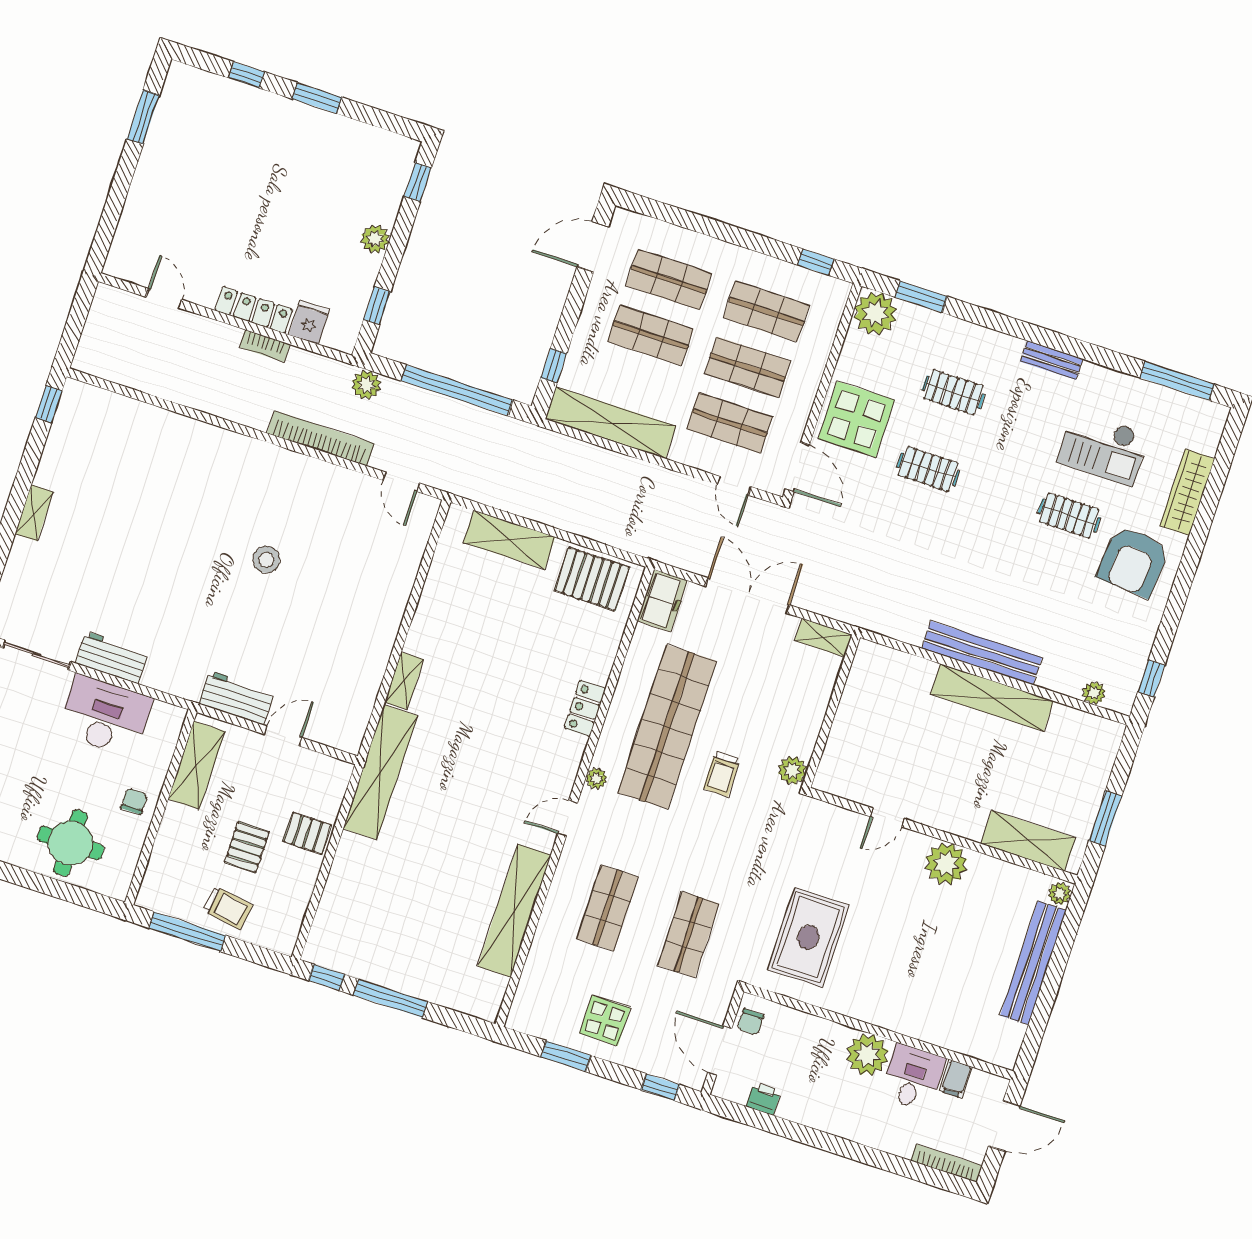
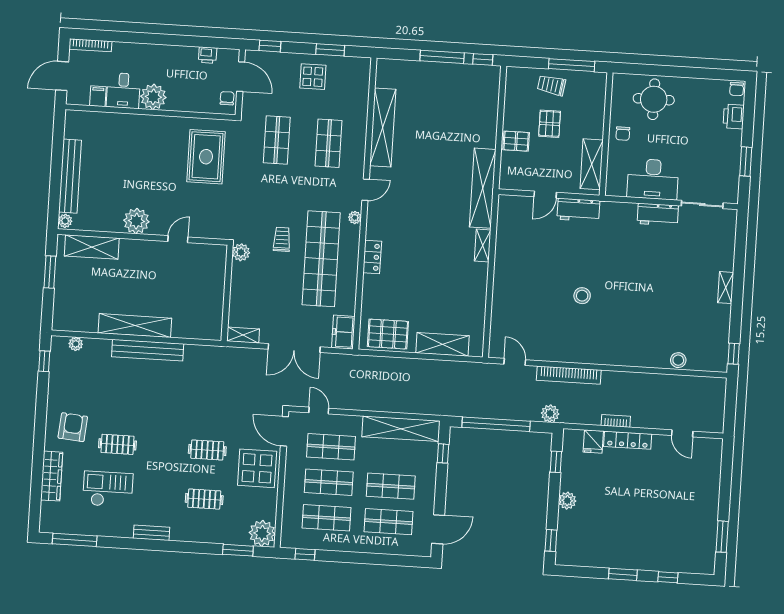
stool: (140, 417) -> (678, 360), added
armchair: (1133, 561) -> (73, 427), width x0.73, depth x0.73

